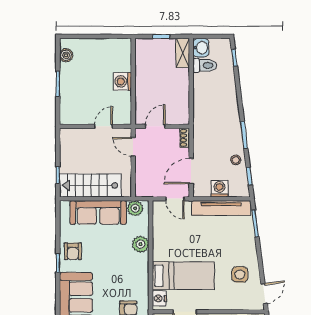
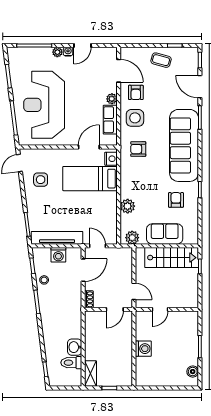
washbasin: (201, 48) -> (75, 347), moved
sofa: (98, 212) -> (165, 234), width x0.73
armchair: (73, 251) -> (176, 200), moved

